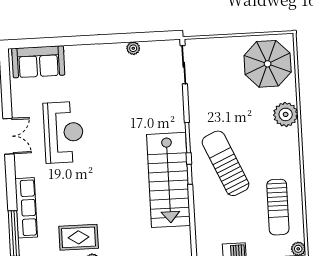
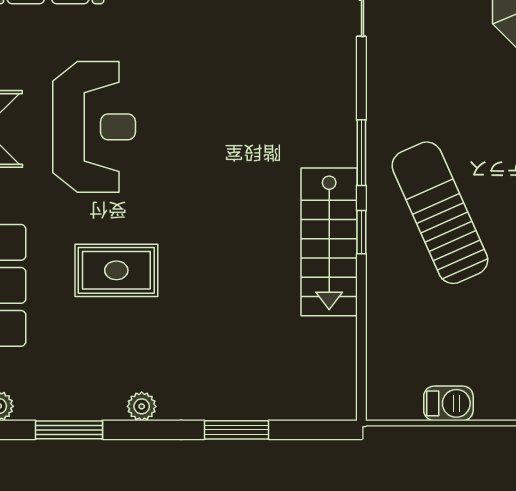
stairs: (168, 180) -> (329, 242), width x0.73, depth x0.66
rug: (79, 237) -> (116, 270), moved

